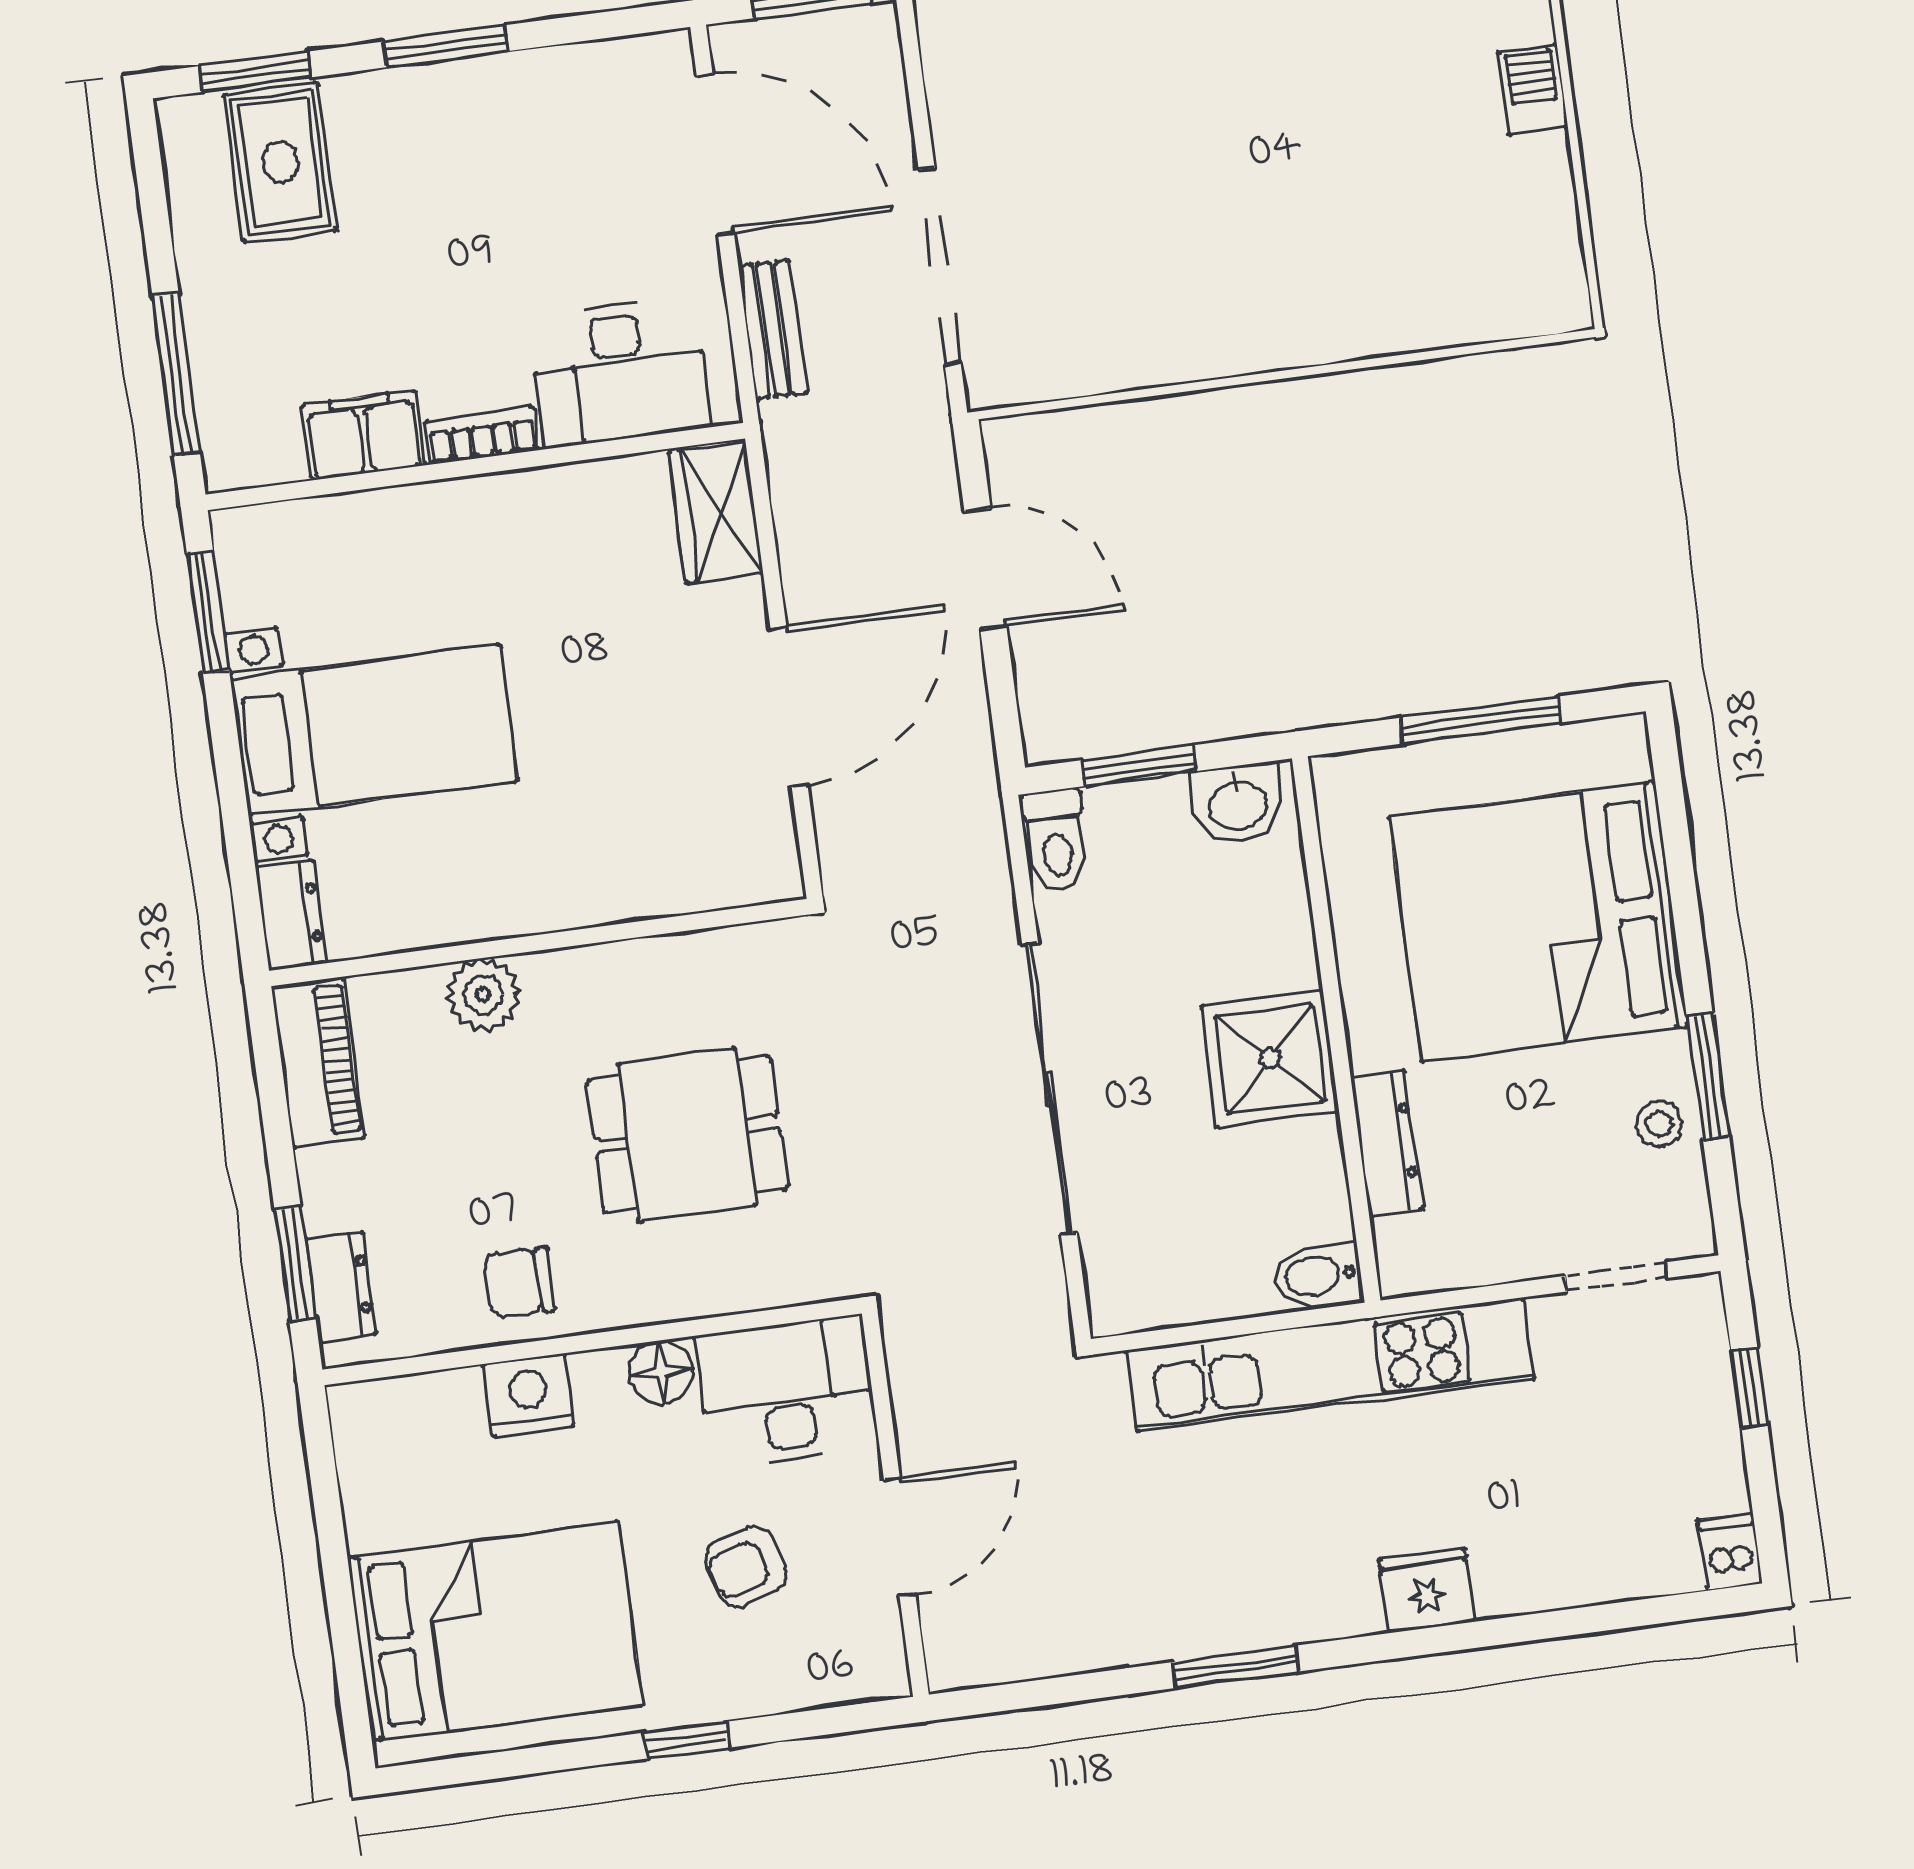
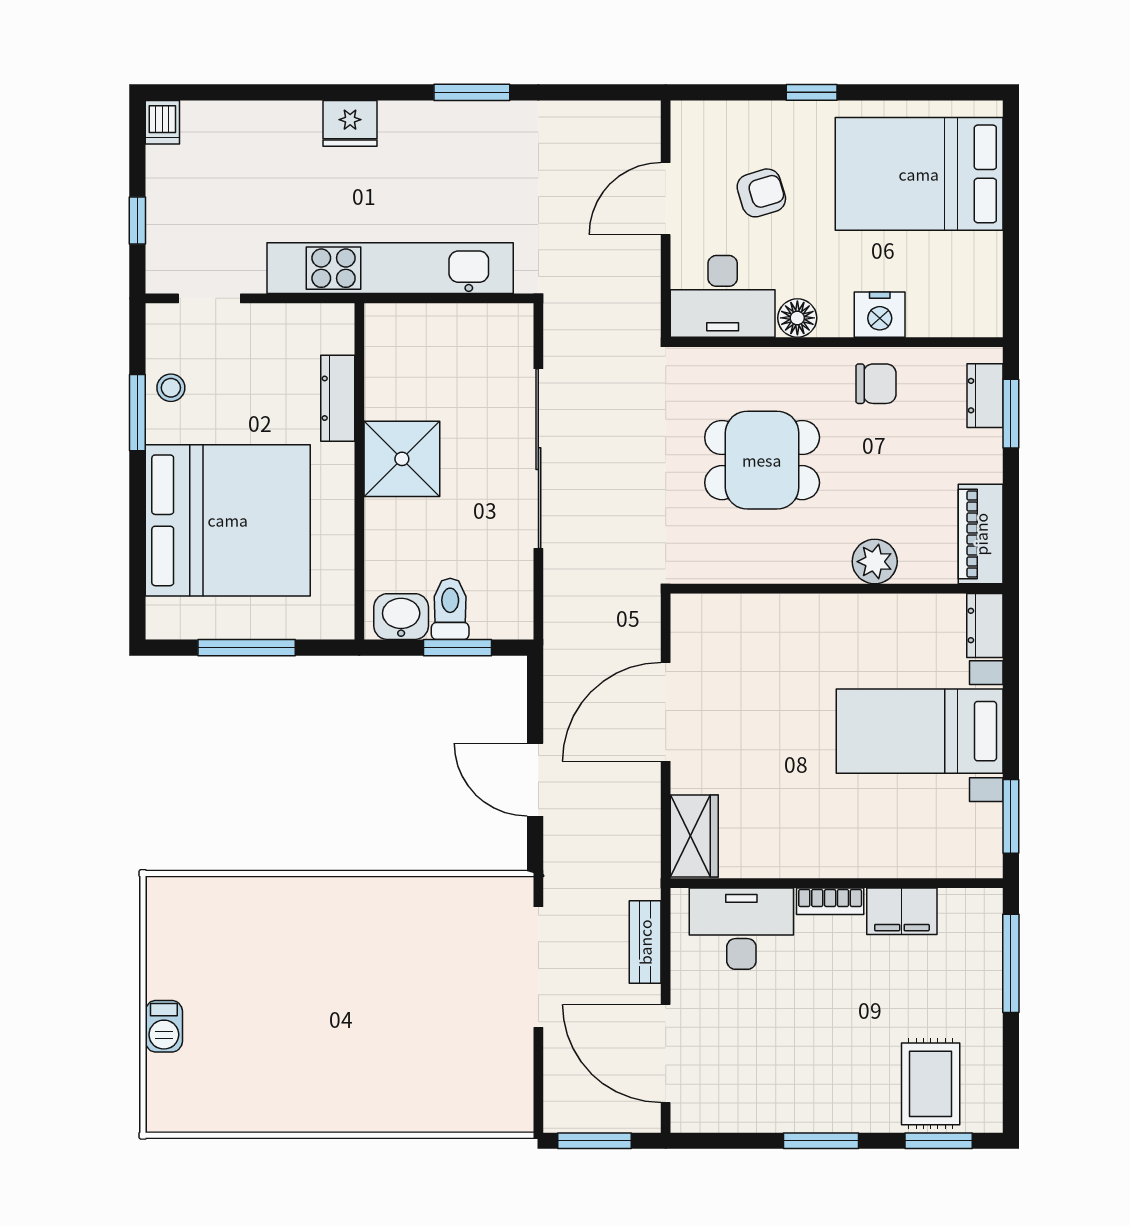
toilet: (1056, 840) -> (450, 609), moved
bidet: (1318, 1276) -> (390, 323), removed

